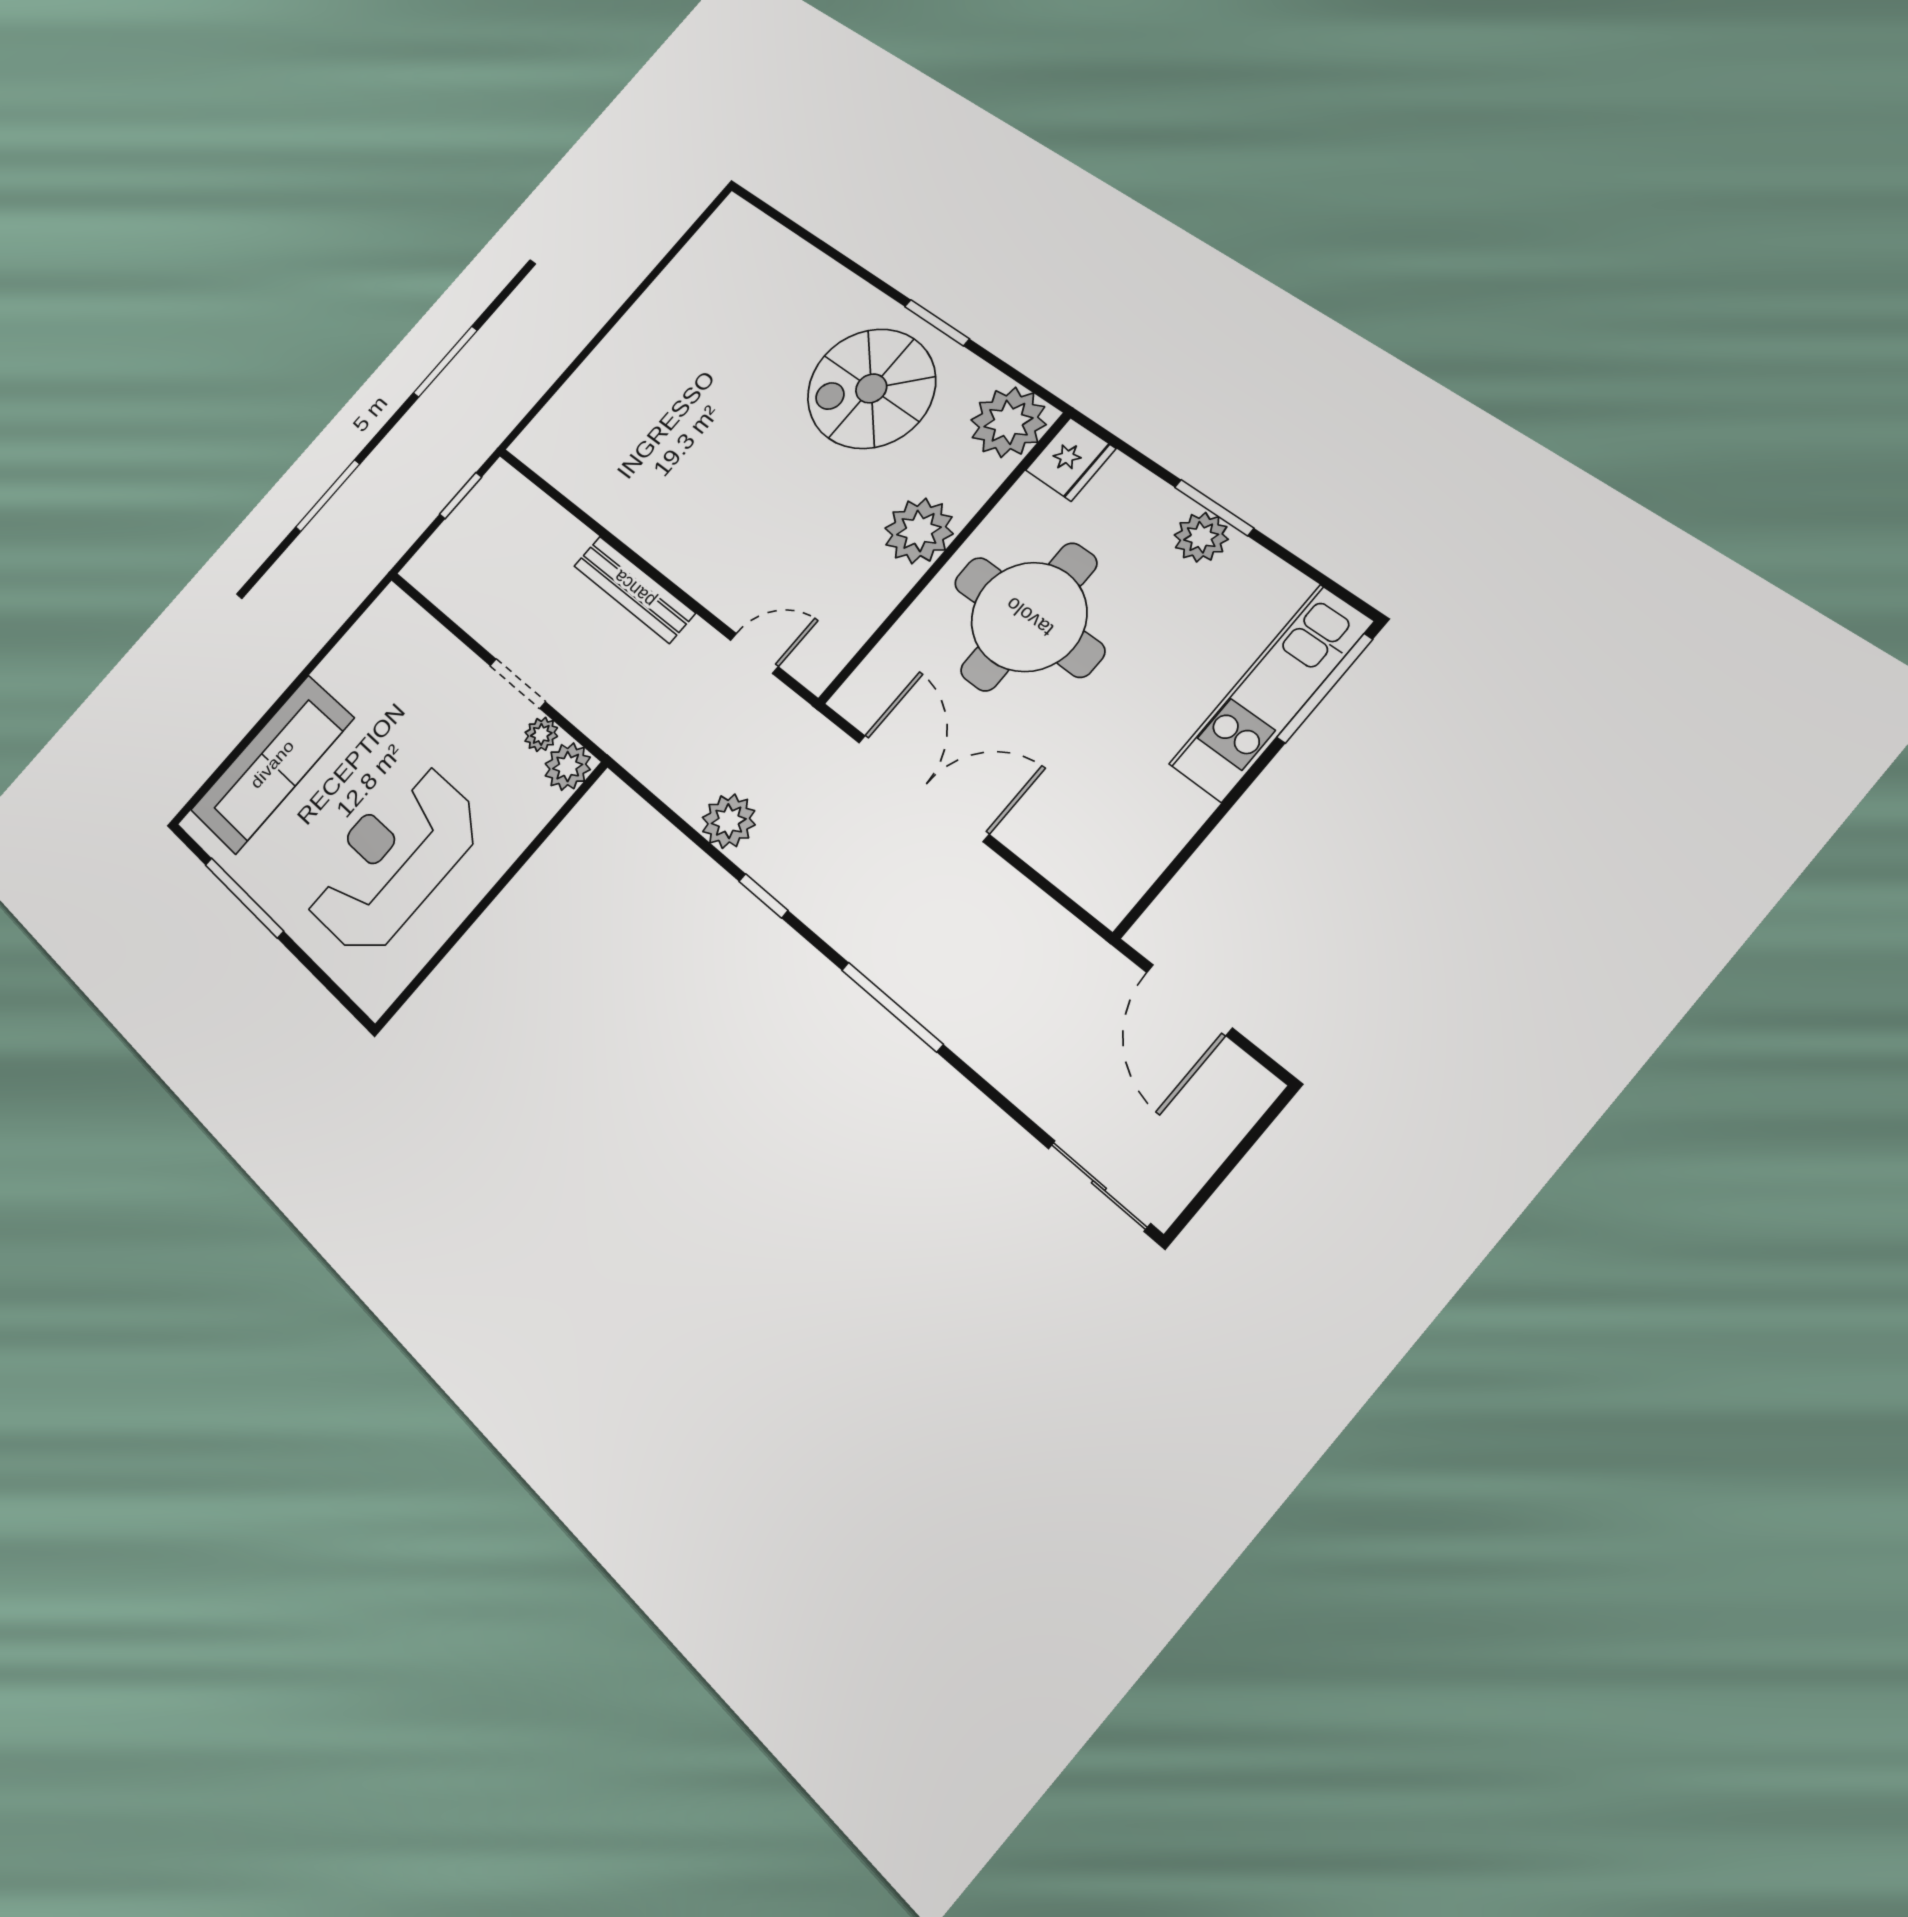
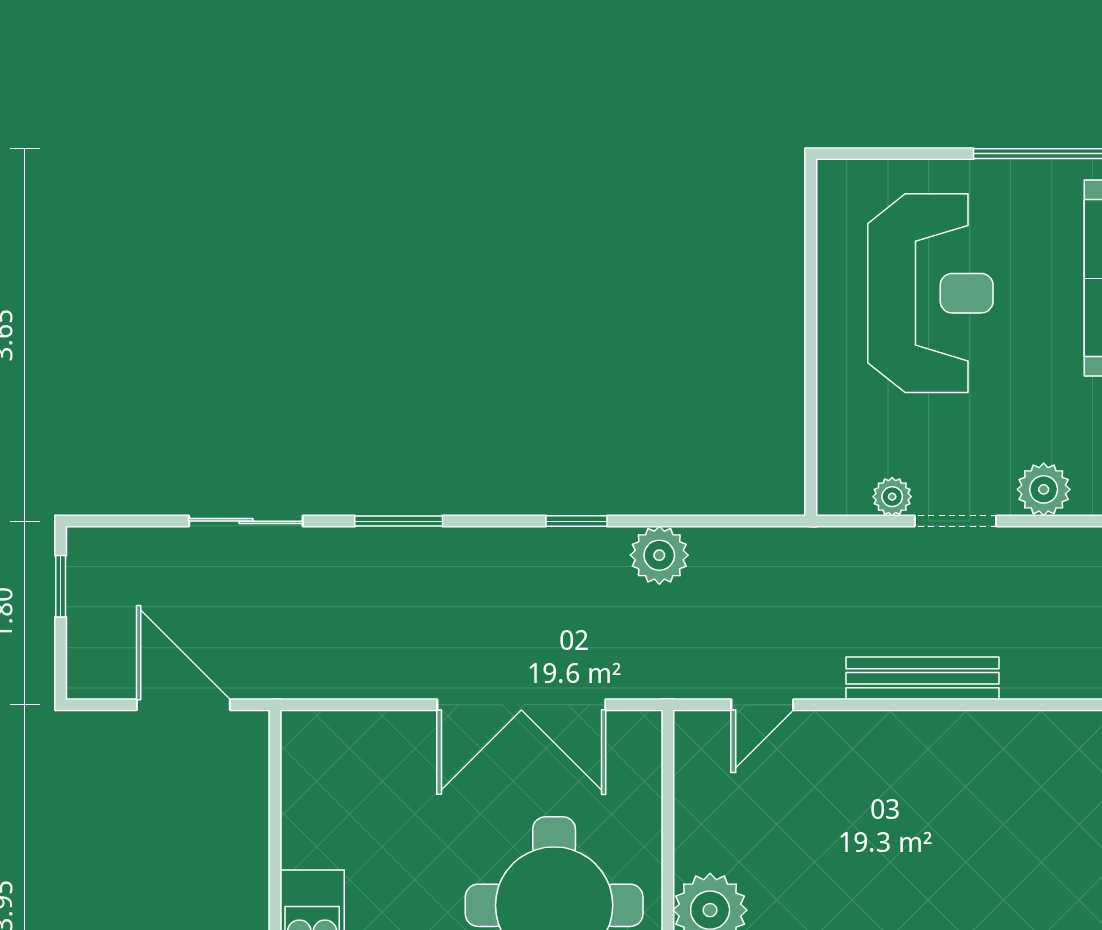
plant: (568, 767) -> (1044, 489), moved
window: (892, 1007) -> (399, 521), width x0.69
sliding door: (1099, 1186) -> (246, 521), moved
window: (1211, 1186) -> (61, 586), added

